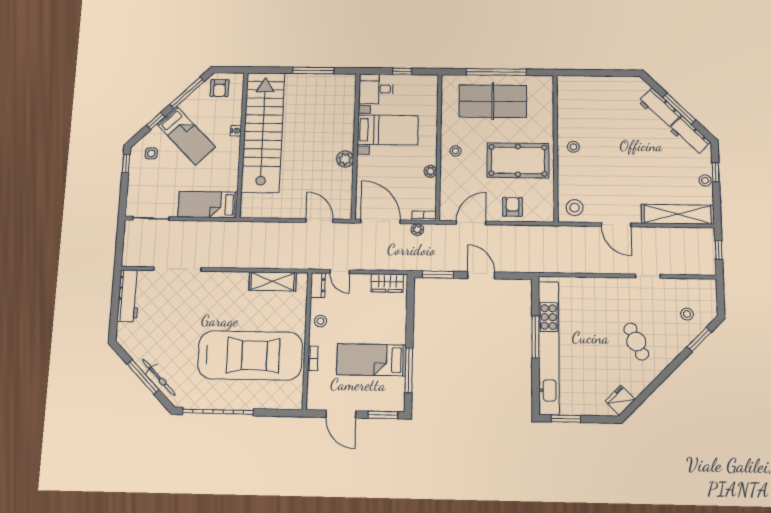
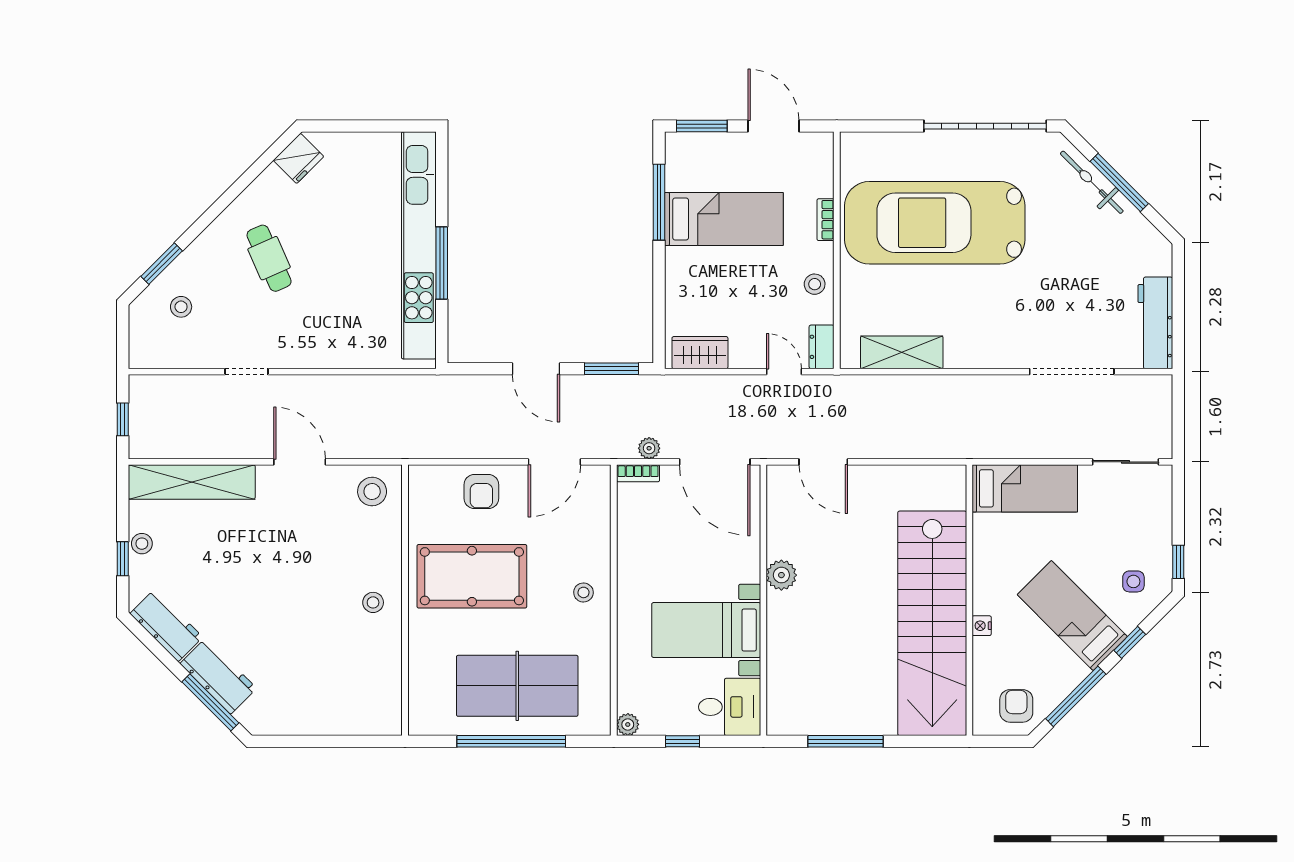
window: (679, 109) -> (210, 702), moved
plant: (430, 171) -> (628, 724), moved
window: (566, 419) -> (391, 126), removed

